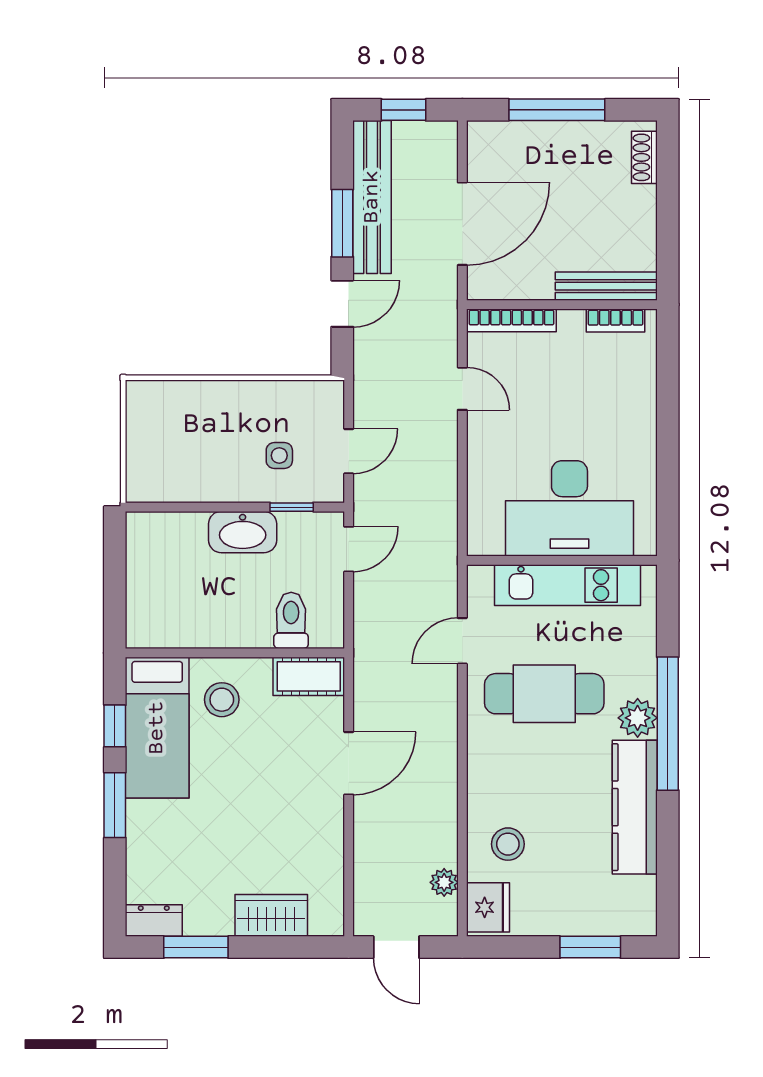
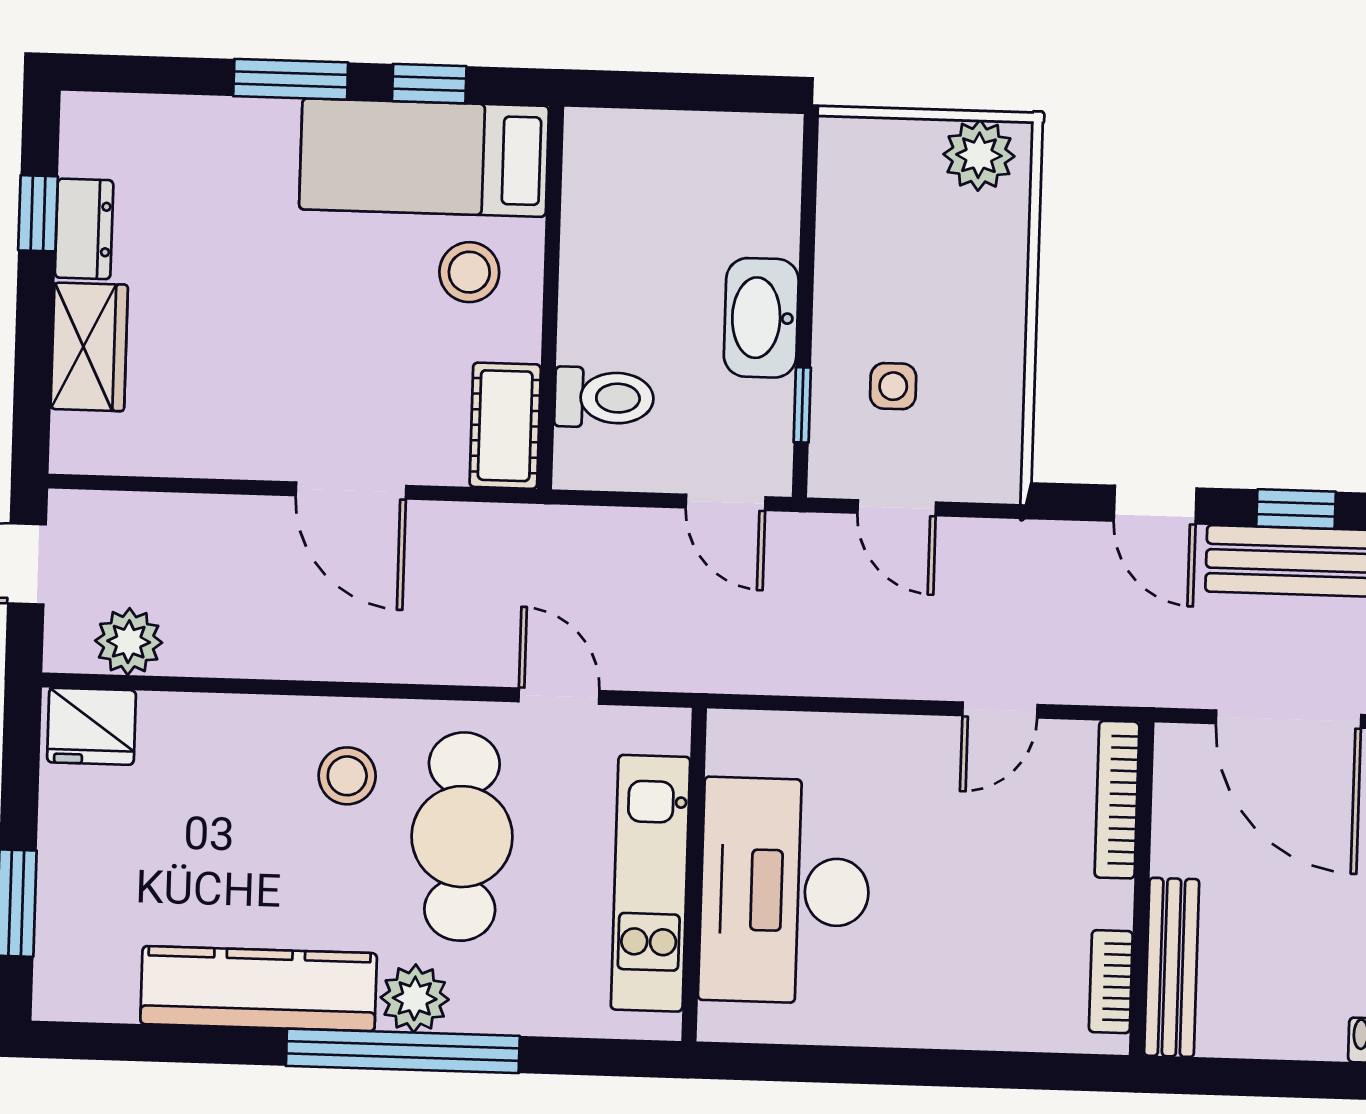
window: (342, 223) -> (1296, 509), width x0.67
plant: (146, 411) -> (979, 155), added
stool: (508, 844) -> (347, 776), moved
plant: (444, 882) -> (129, 642), width x1.38, depth x1.38
dresser: (154, 920) -> (84, 229), moved
window: (196, 947) -> (38, 213), width x0.67

